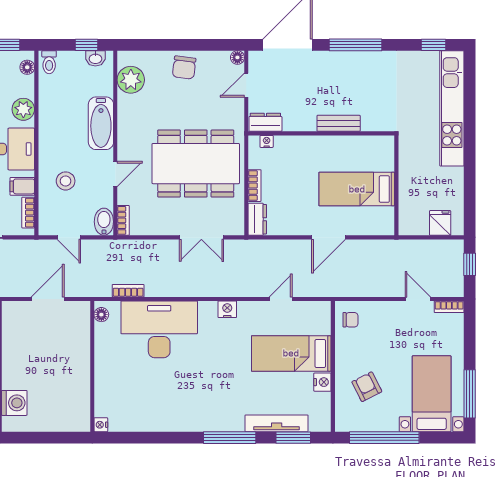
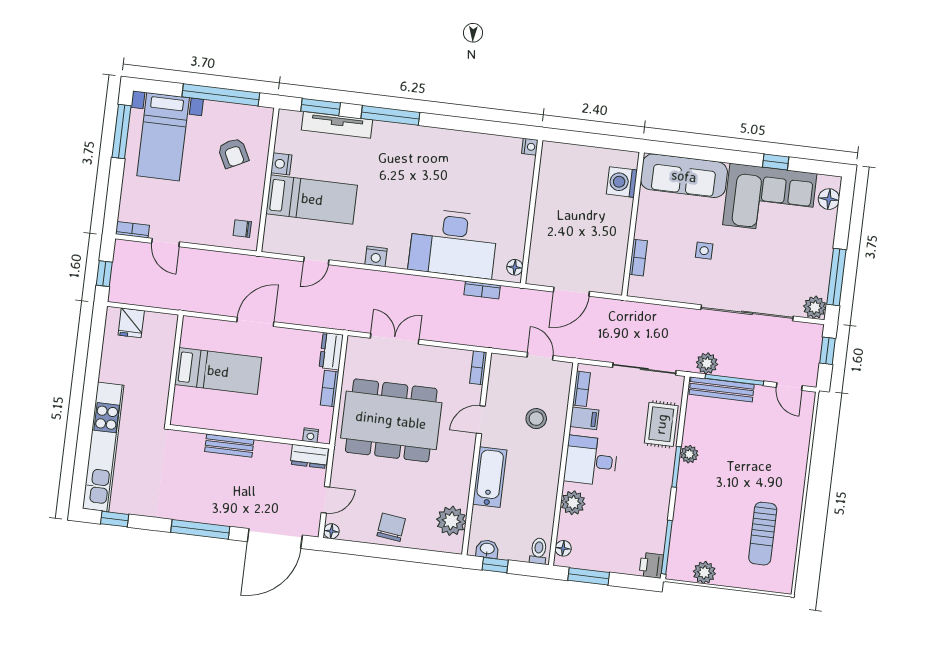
bidet: (104, 222) -> (500, 369), removed

